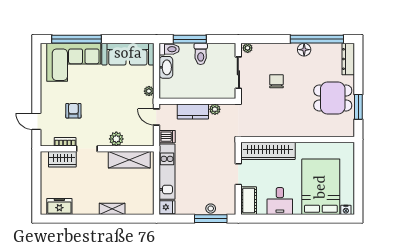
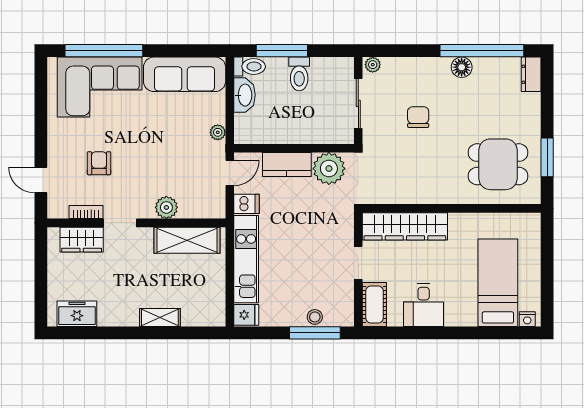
dresser: (348, 59) -> (531, 74), width x0.70
dining table: (333, 98) -> (498, 164), moved
plant: (215, 109) -> (329, 169), width x1.88, depth x1.88
door: (156, 117) -> (230, 173), swing flipped
bed: (321, 187) -> (498, 283), width x0.67

